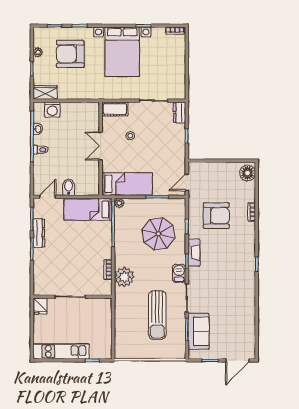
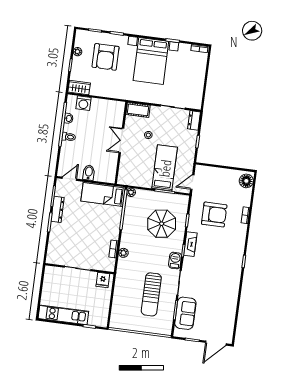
armchair: (70, 54) -> (106, 57), turned -90
bed: (127, 184) -> (165, 168), moved, turned -90
plant: (124, 277) -> (123, 253), width x0.53, depth x0.53
fridge: (40, 306) -> (103, 280), moved

